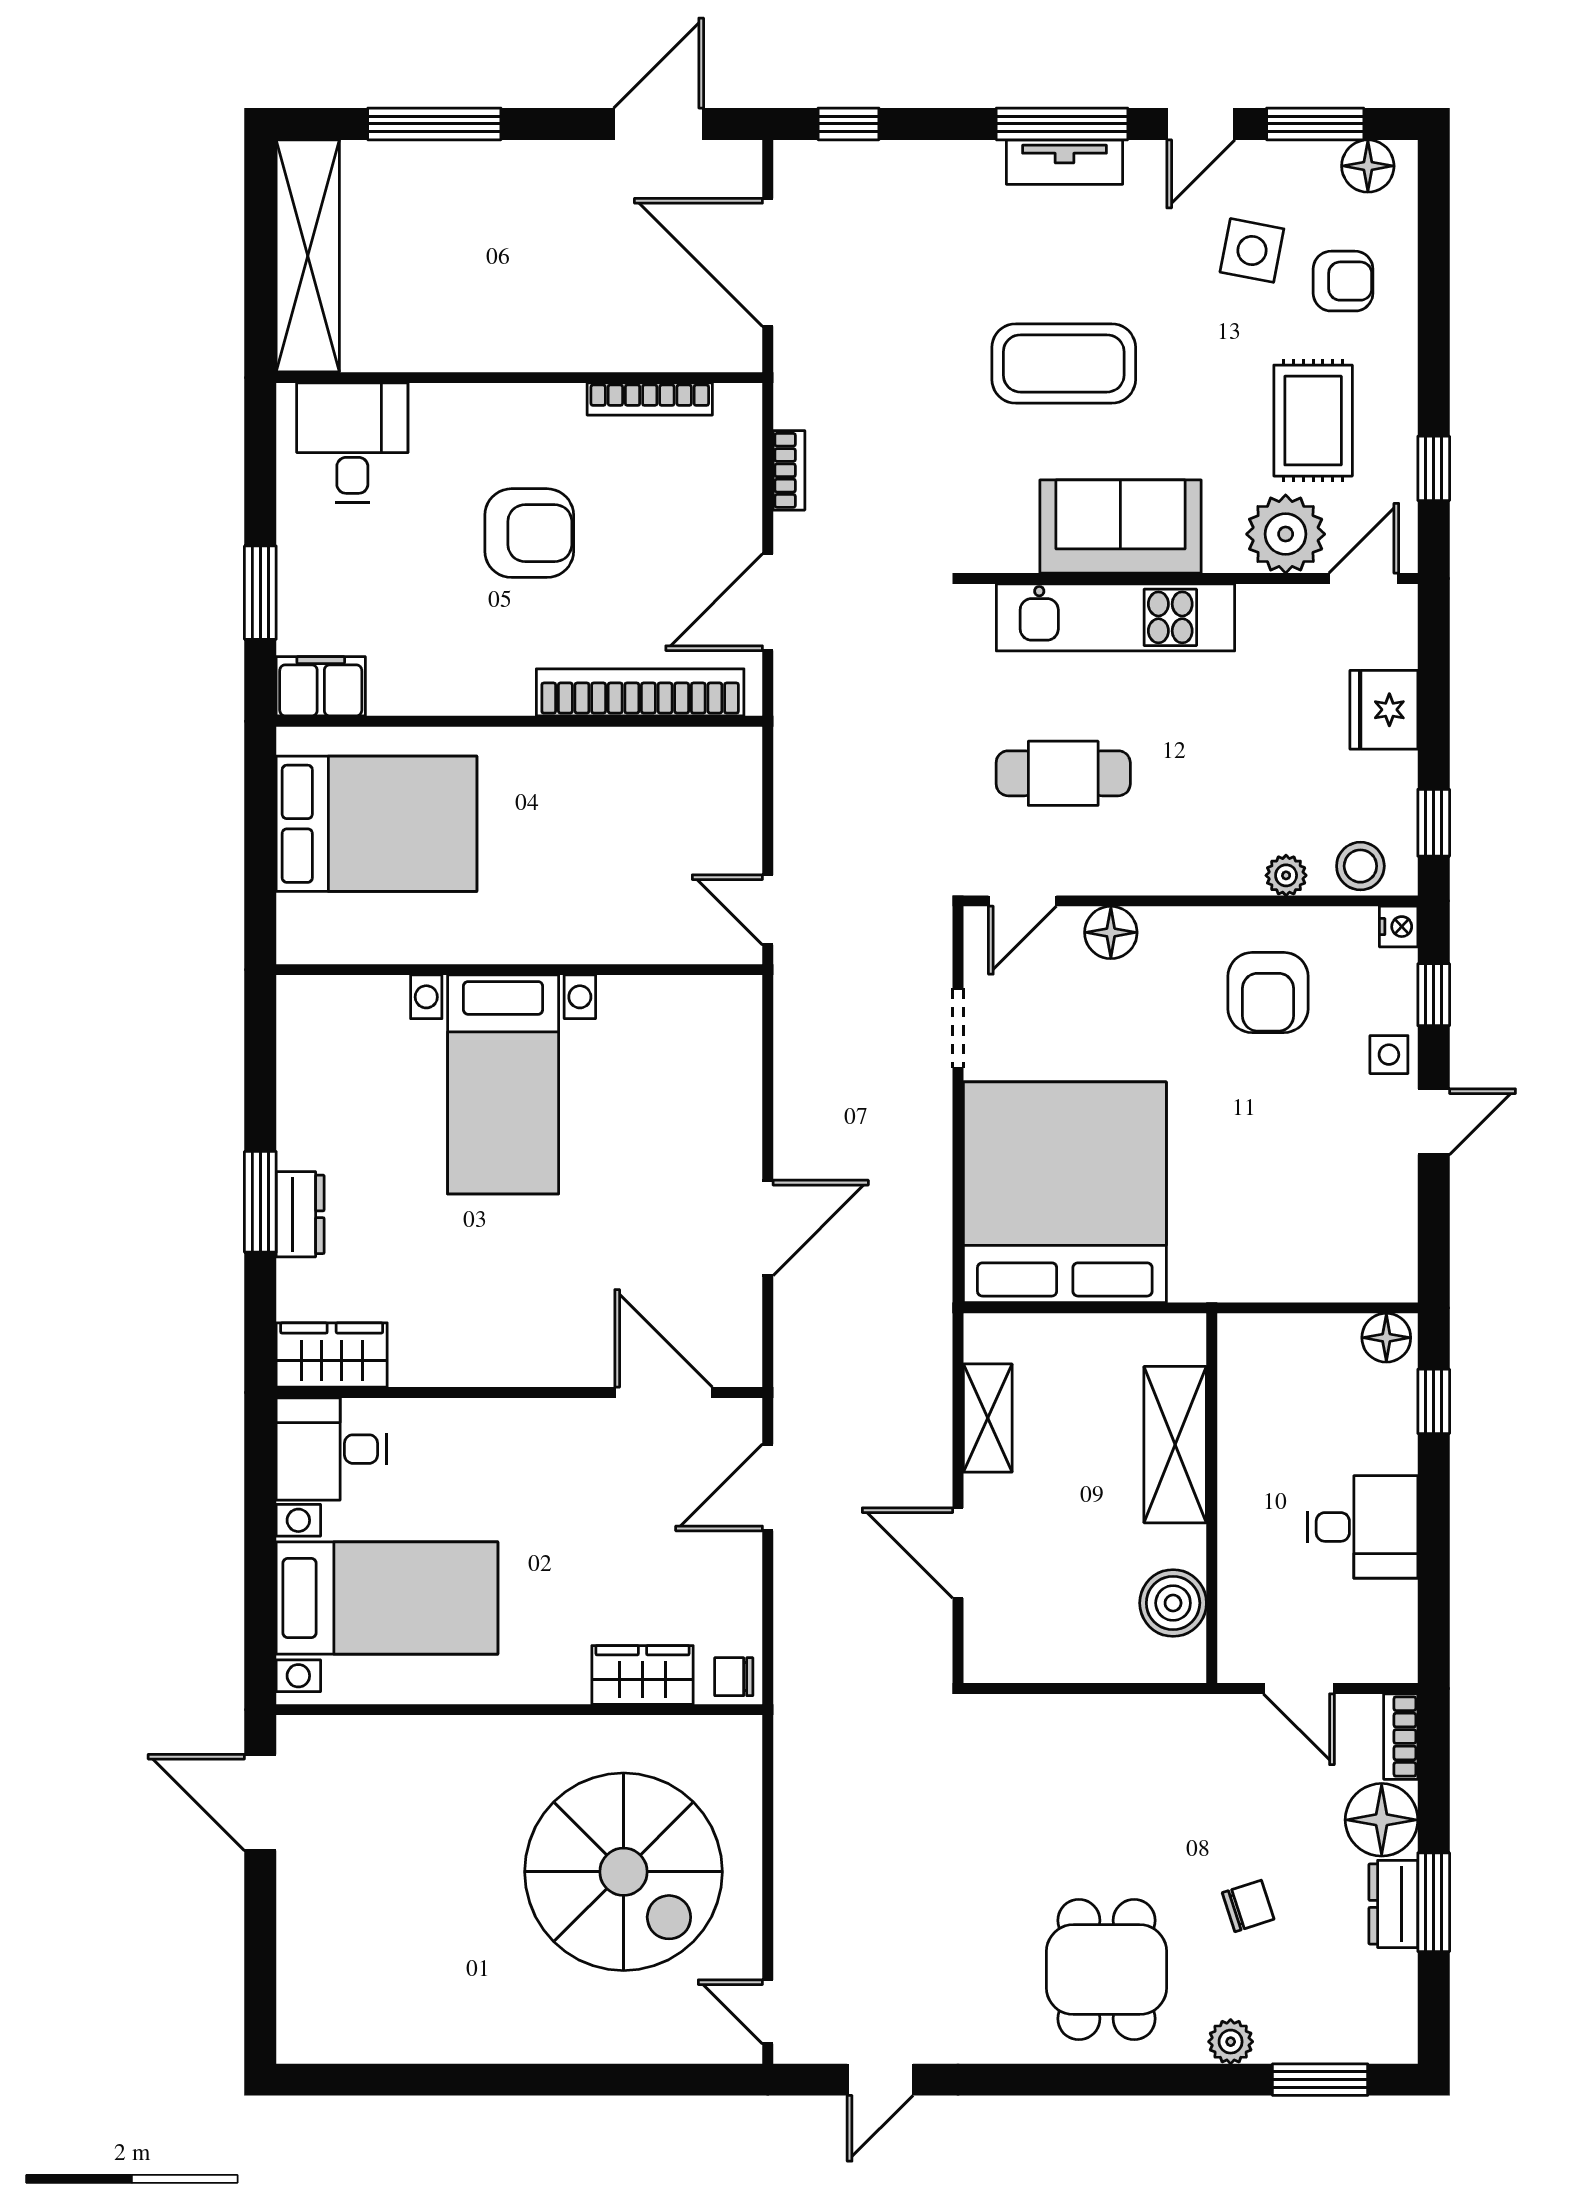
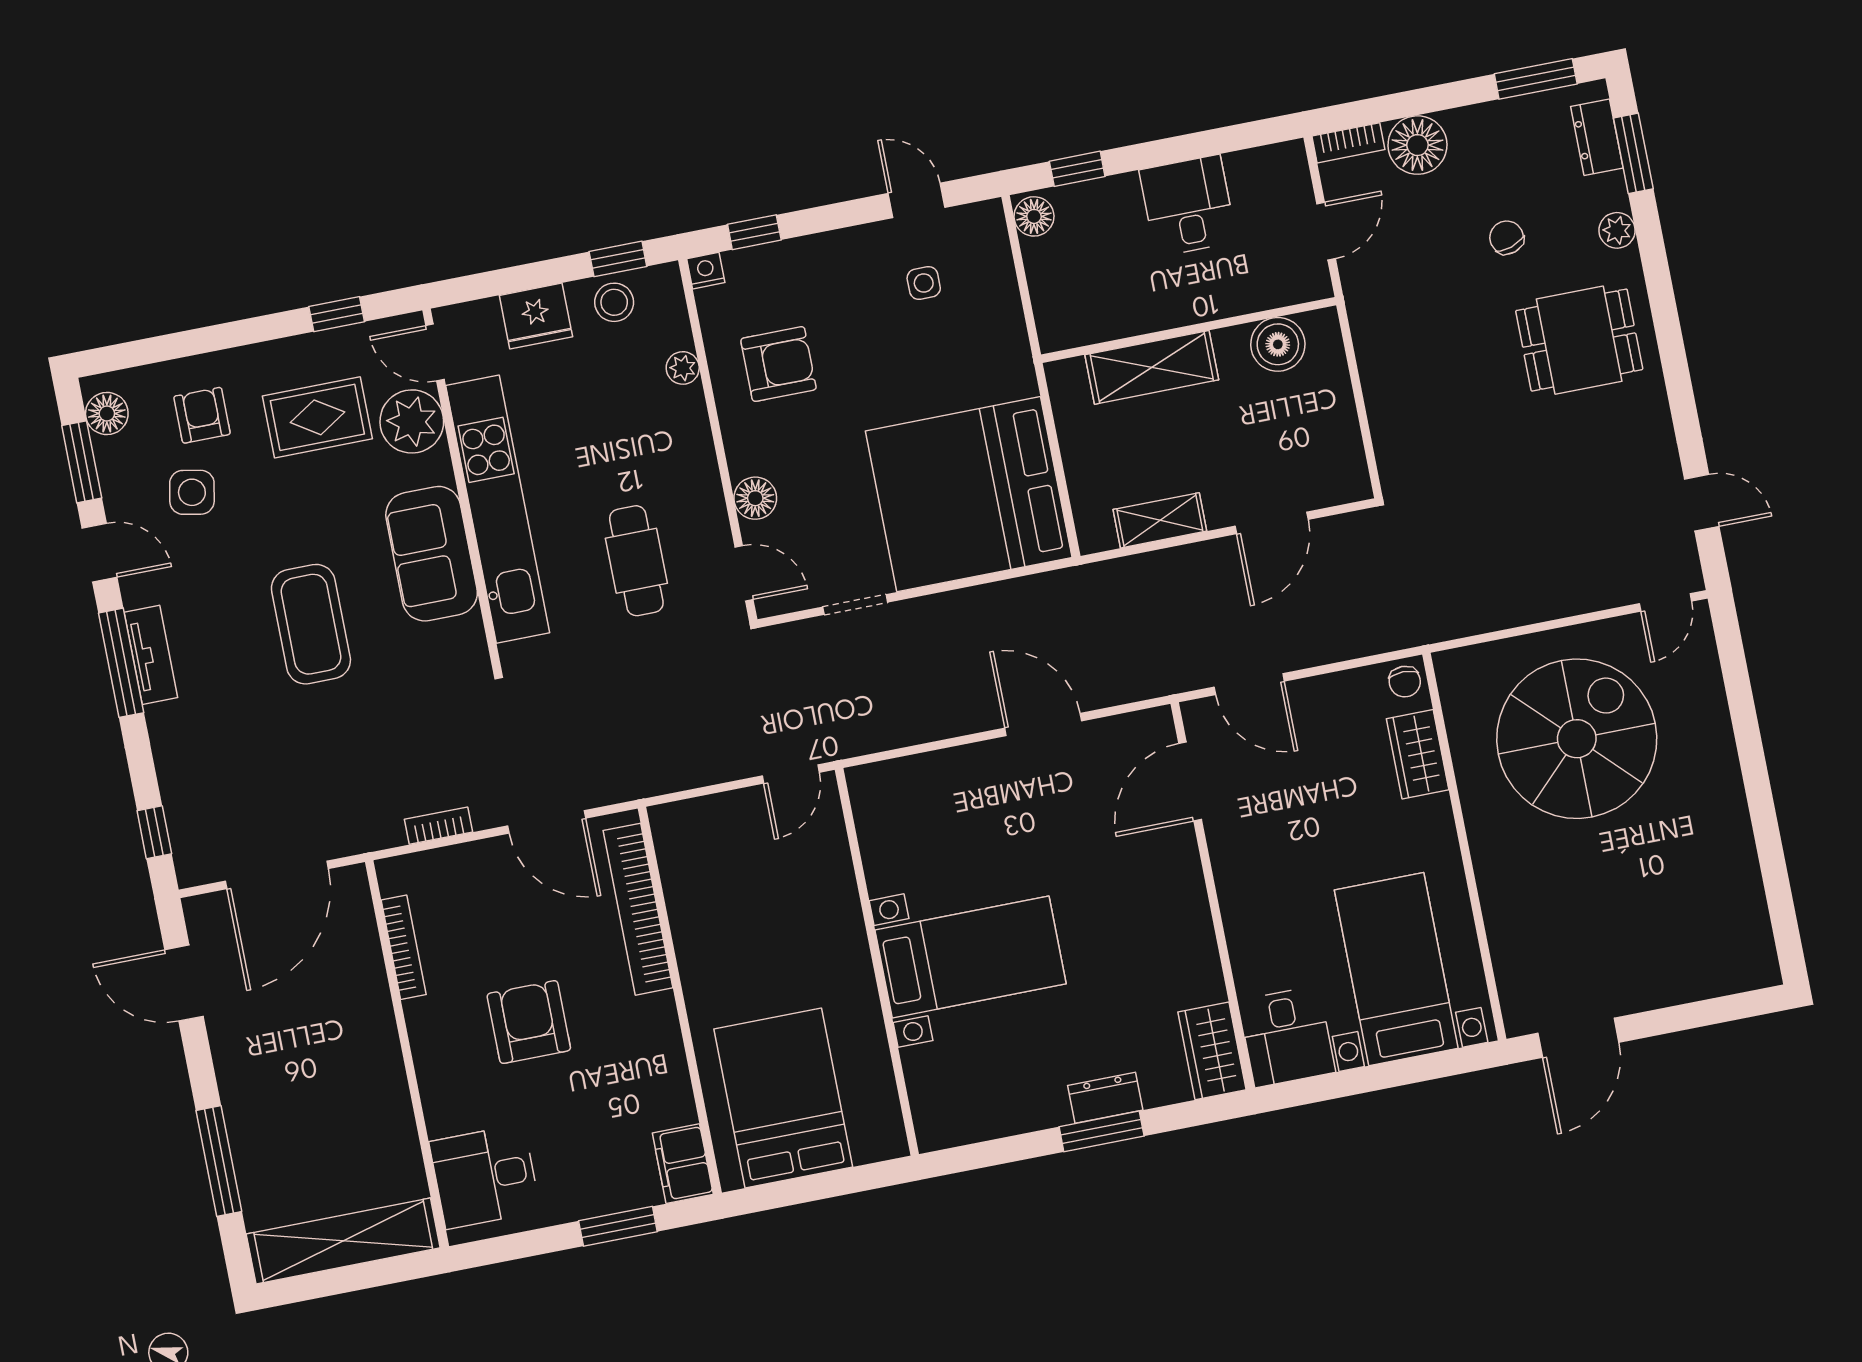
kitchen unit: (1115, 617) -> (498, 509), width x1.36
stool: (1360, 866) -> (614, 302), moved
side table: (1389, 1055) -> (924, 283), moved
door: (1434, 1122) -> (916, 200), moved
window: (1434, 1902) -> (1536, 79), moved
dresser: (1393, 1904) -> (1597, 137), moved, turned 90

